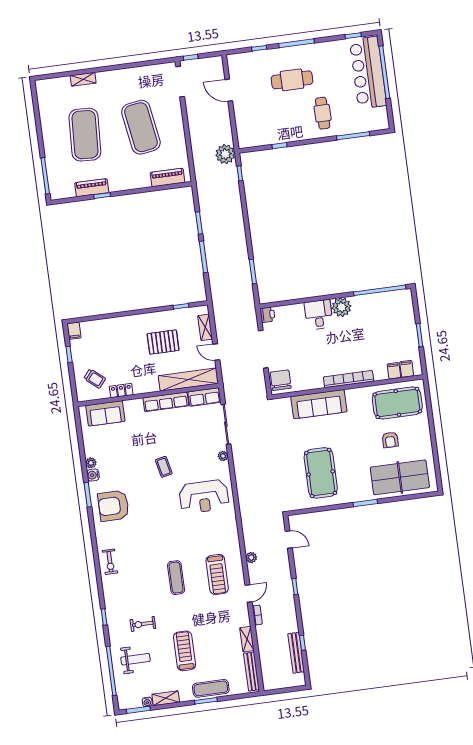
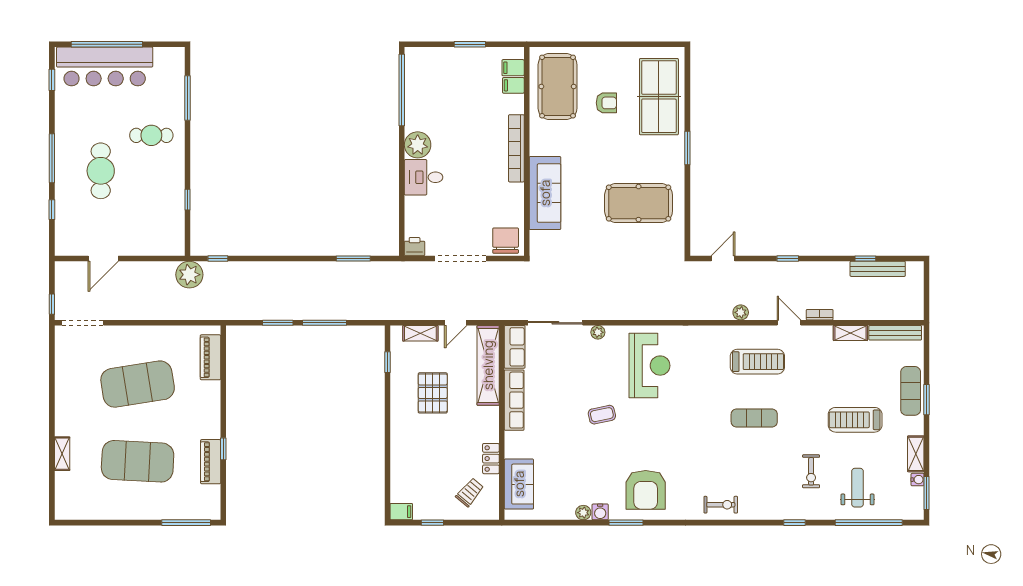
chair: (281, 380) -> (506, 241), turned 90

